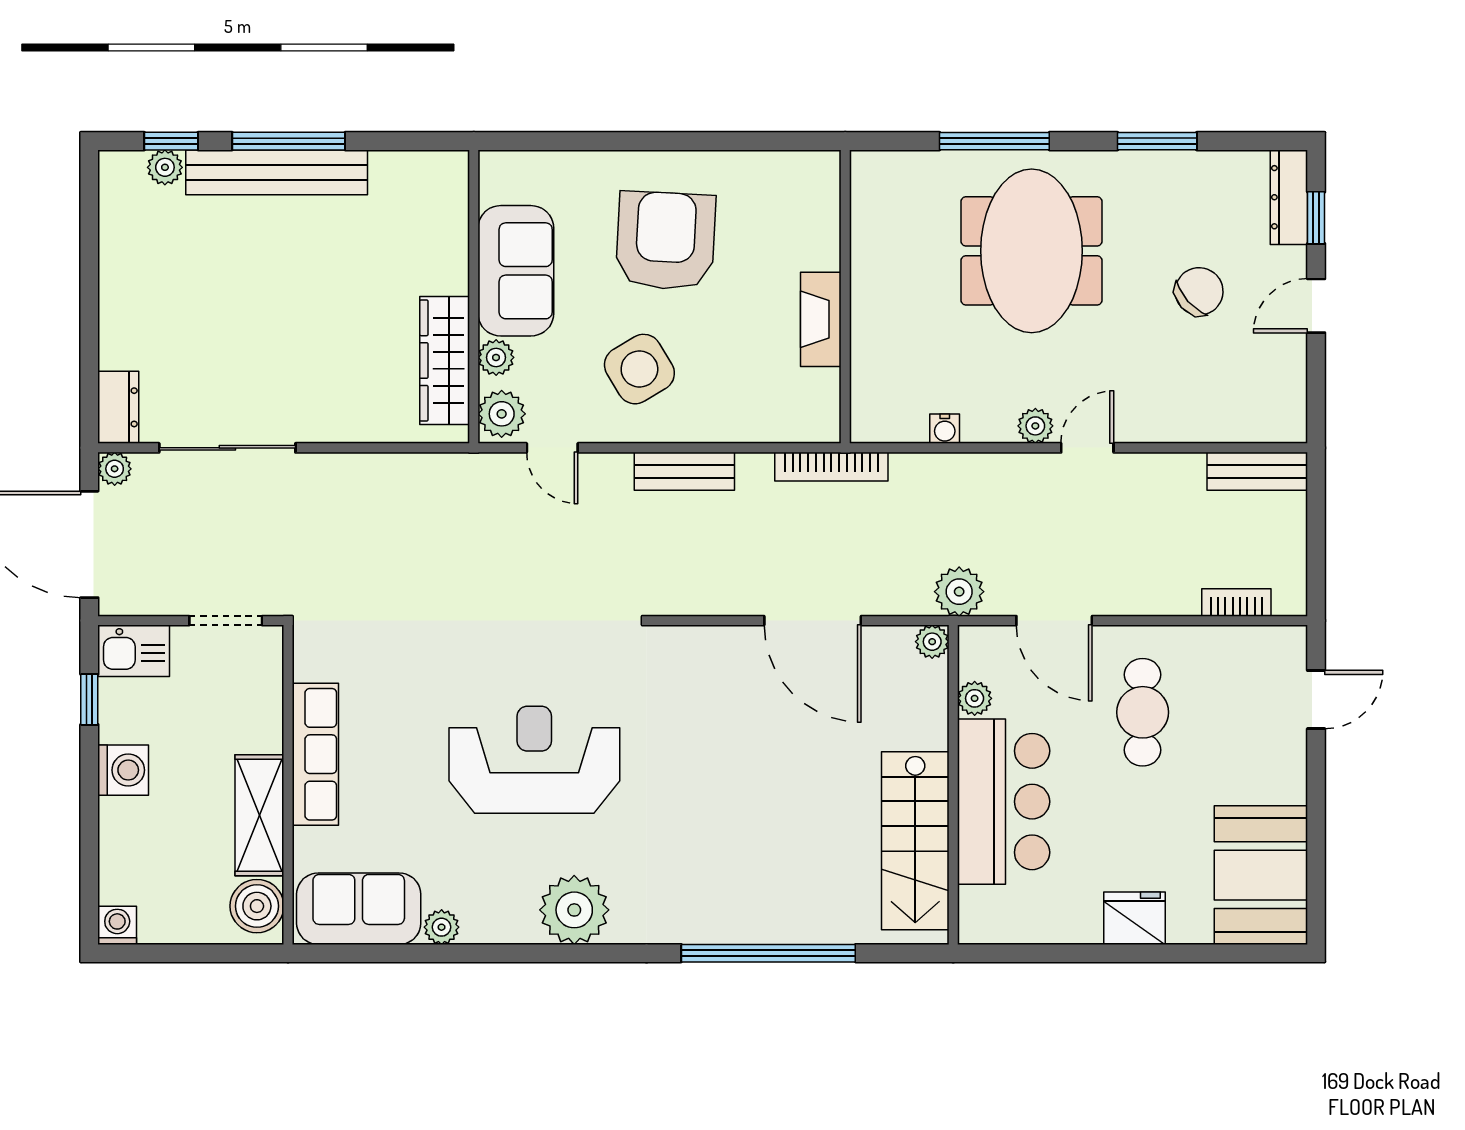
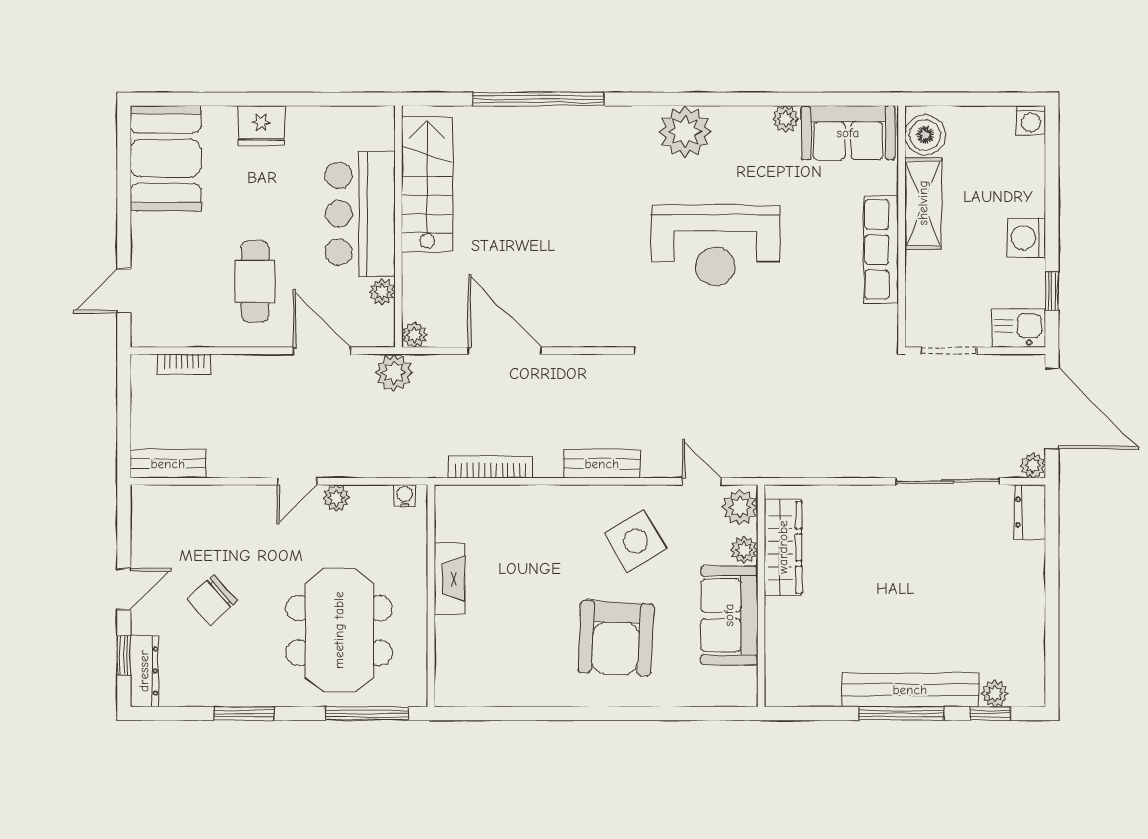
wall: (845, 297) -> (431, 596), moved
fireplace: (821, 319) -> (450, 579), moved

